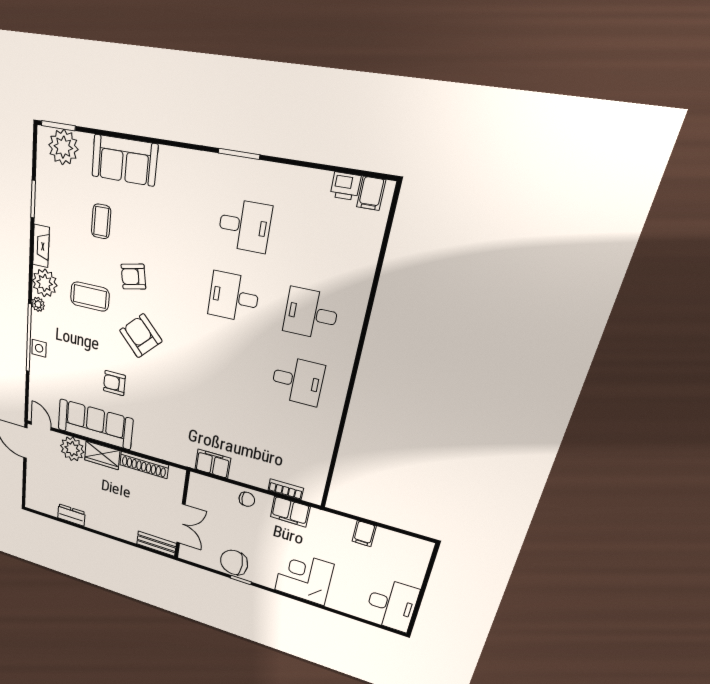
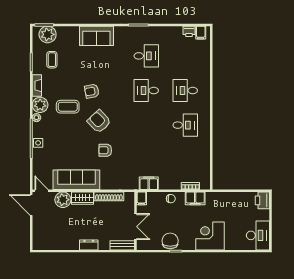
sofa: (124, 160) -> (96, 36), moved
coffee table: (101, 221) -> (52, 60), moved
armchair: (114, 383) -> (105, 150), moved
dresser: (71, 515) -> (89, 245), moved
filing cabinet: (364, 534) -> (141, 198), moved
printer: (417, 553) -> (262, 200), added
chair: (234, 562) -> (170, 241), turned 90

